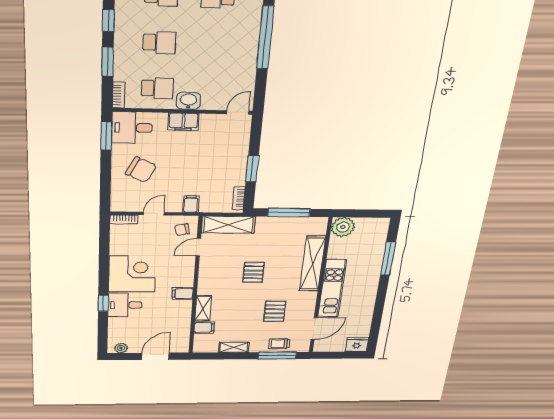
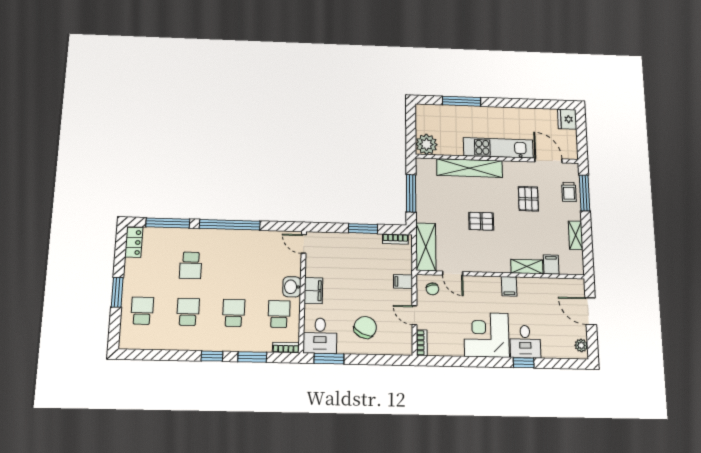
pallet: (275, 311) -> (528, 199), turned 90

